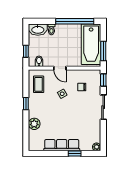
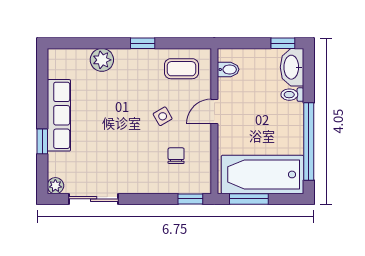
window: (26, 51) -> (283, 43), moved
sliding door: (103, 107) -> (94, 199), moved

